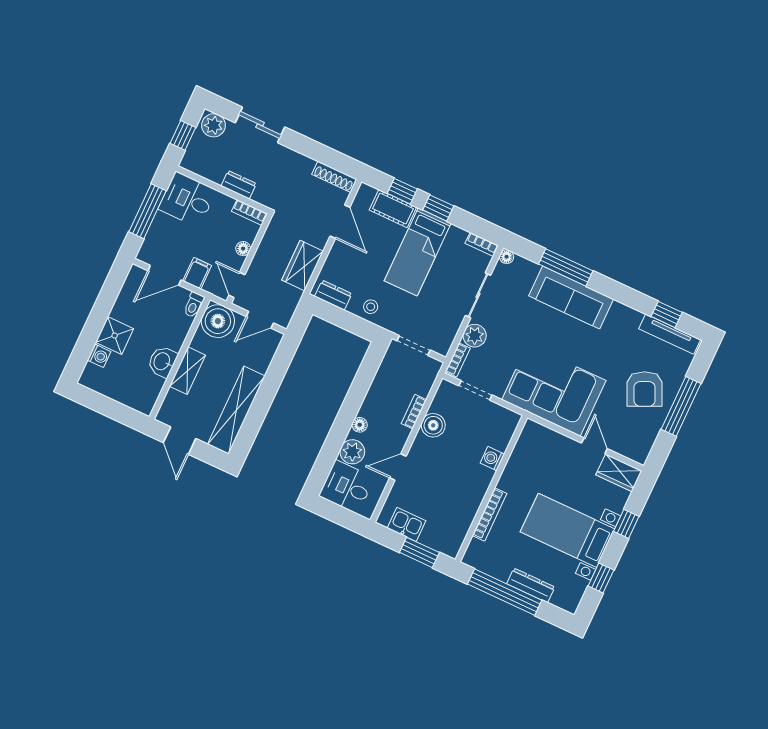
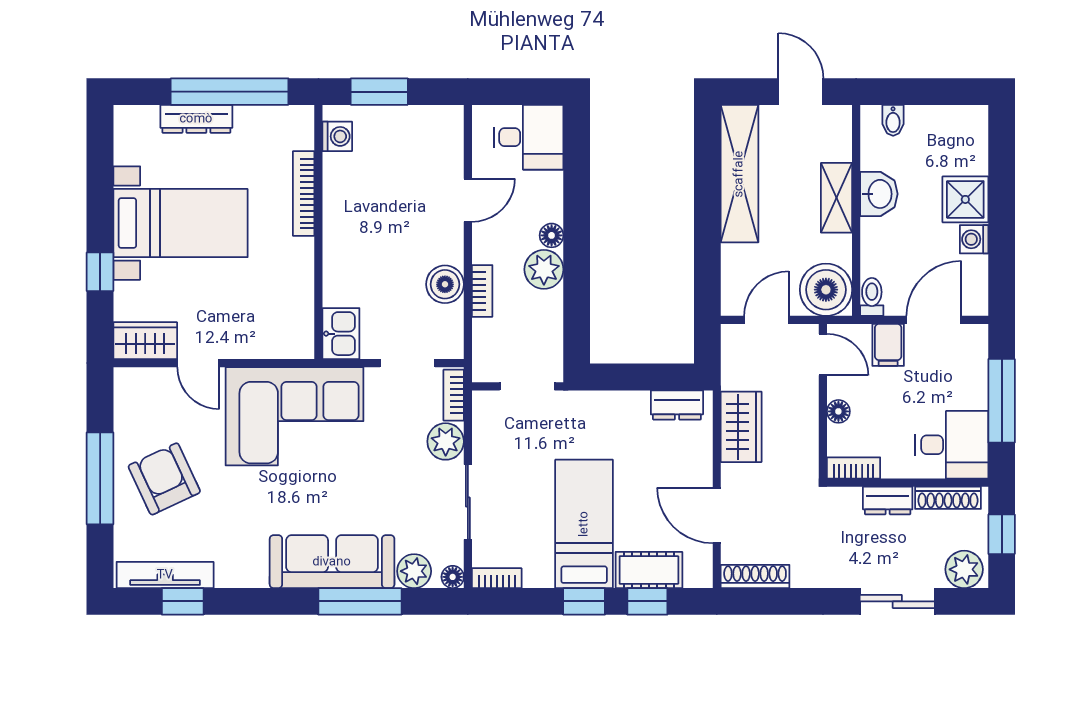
shoe rack: (204, 170) -> (948, 498), added
plant: (527, 270) -> (414, 571), added
stool: (371, 307) -> (615, 413), removed
washing machine: (99, 356) -> (974, 239), moved
bidet: (135, 400) -> (893, 120), added
plant: (352, 452) -> (544, 269), moved
washing machine: (492, 459) -> (337, 136), moved
kitchen sink: (407, 524) -> (341, 334), moved, turned -90
window: (601, 578) -> (100, 177), removed

